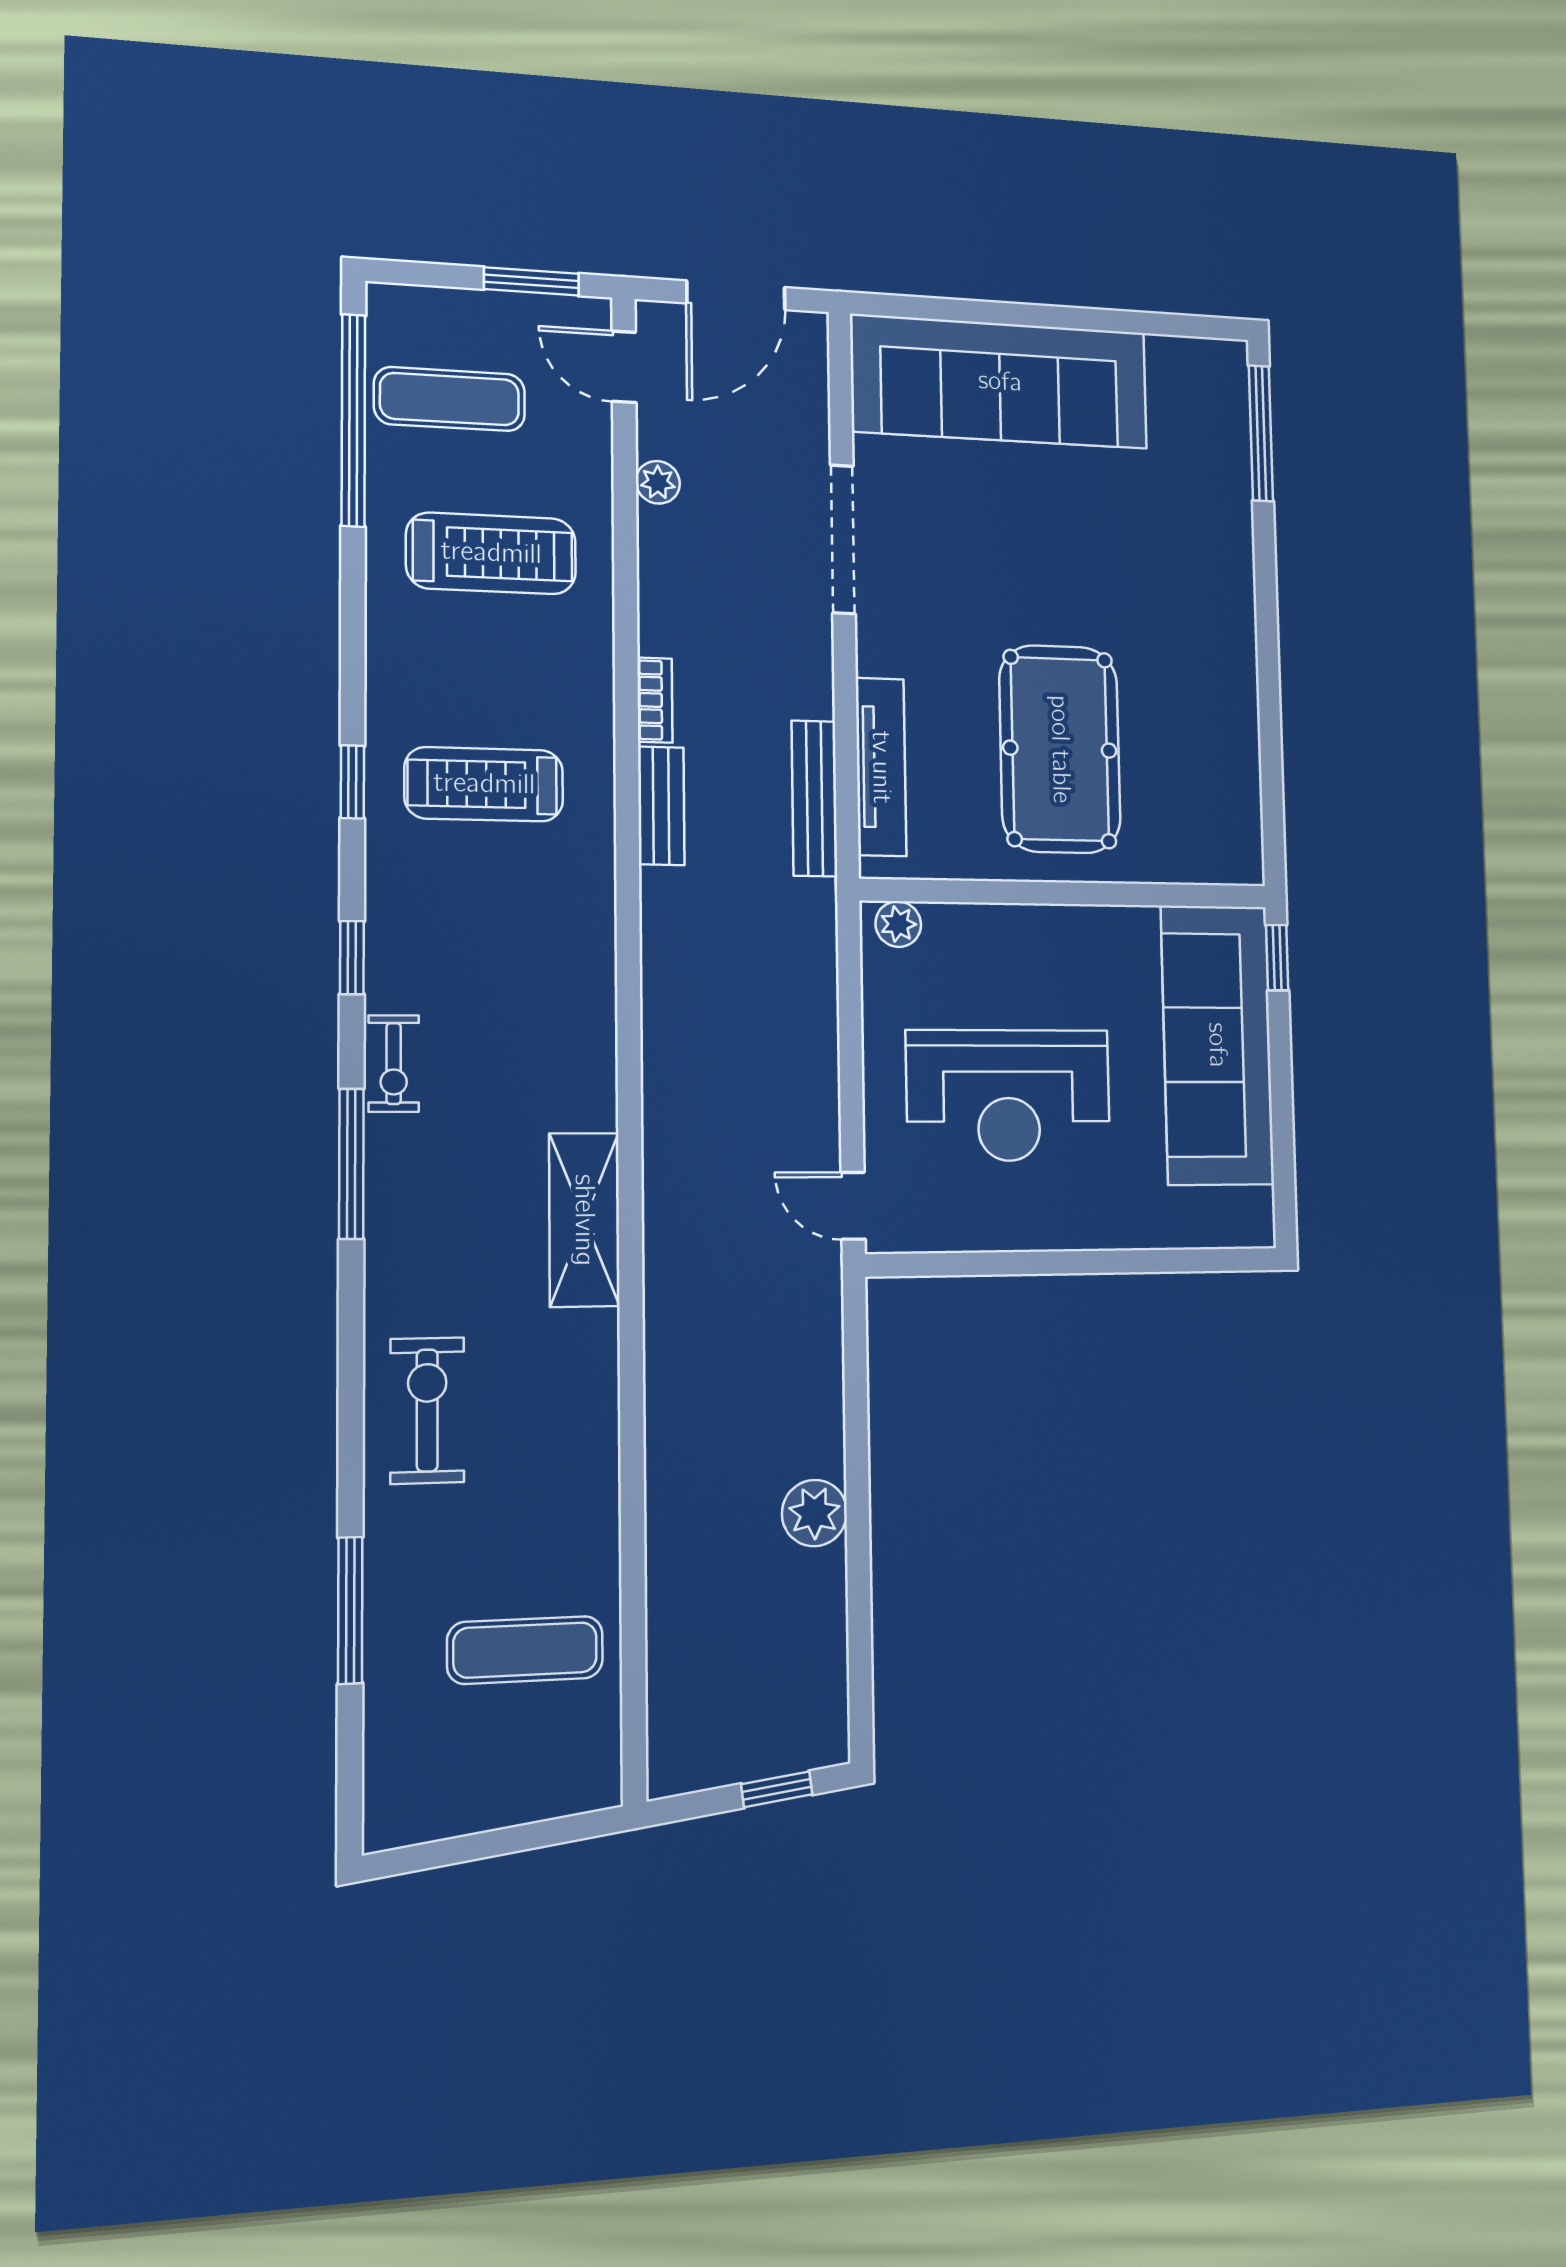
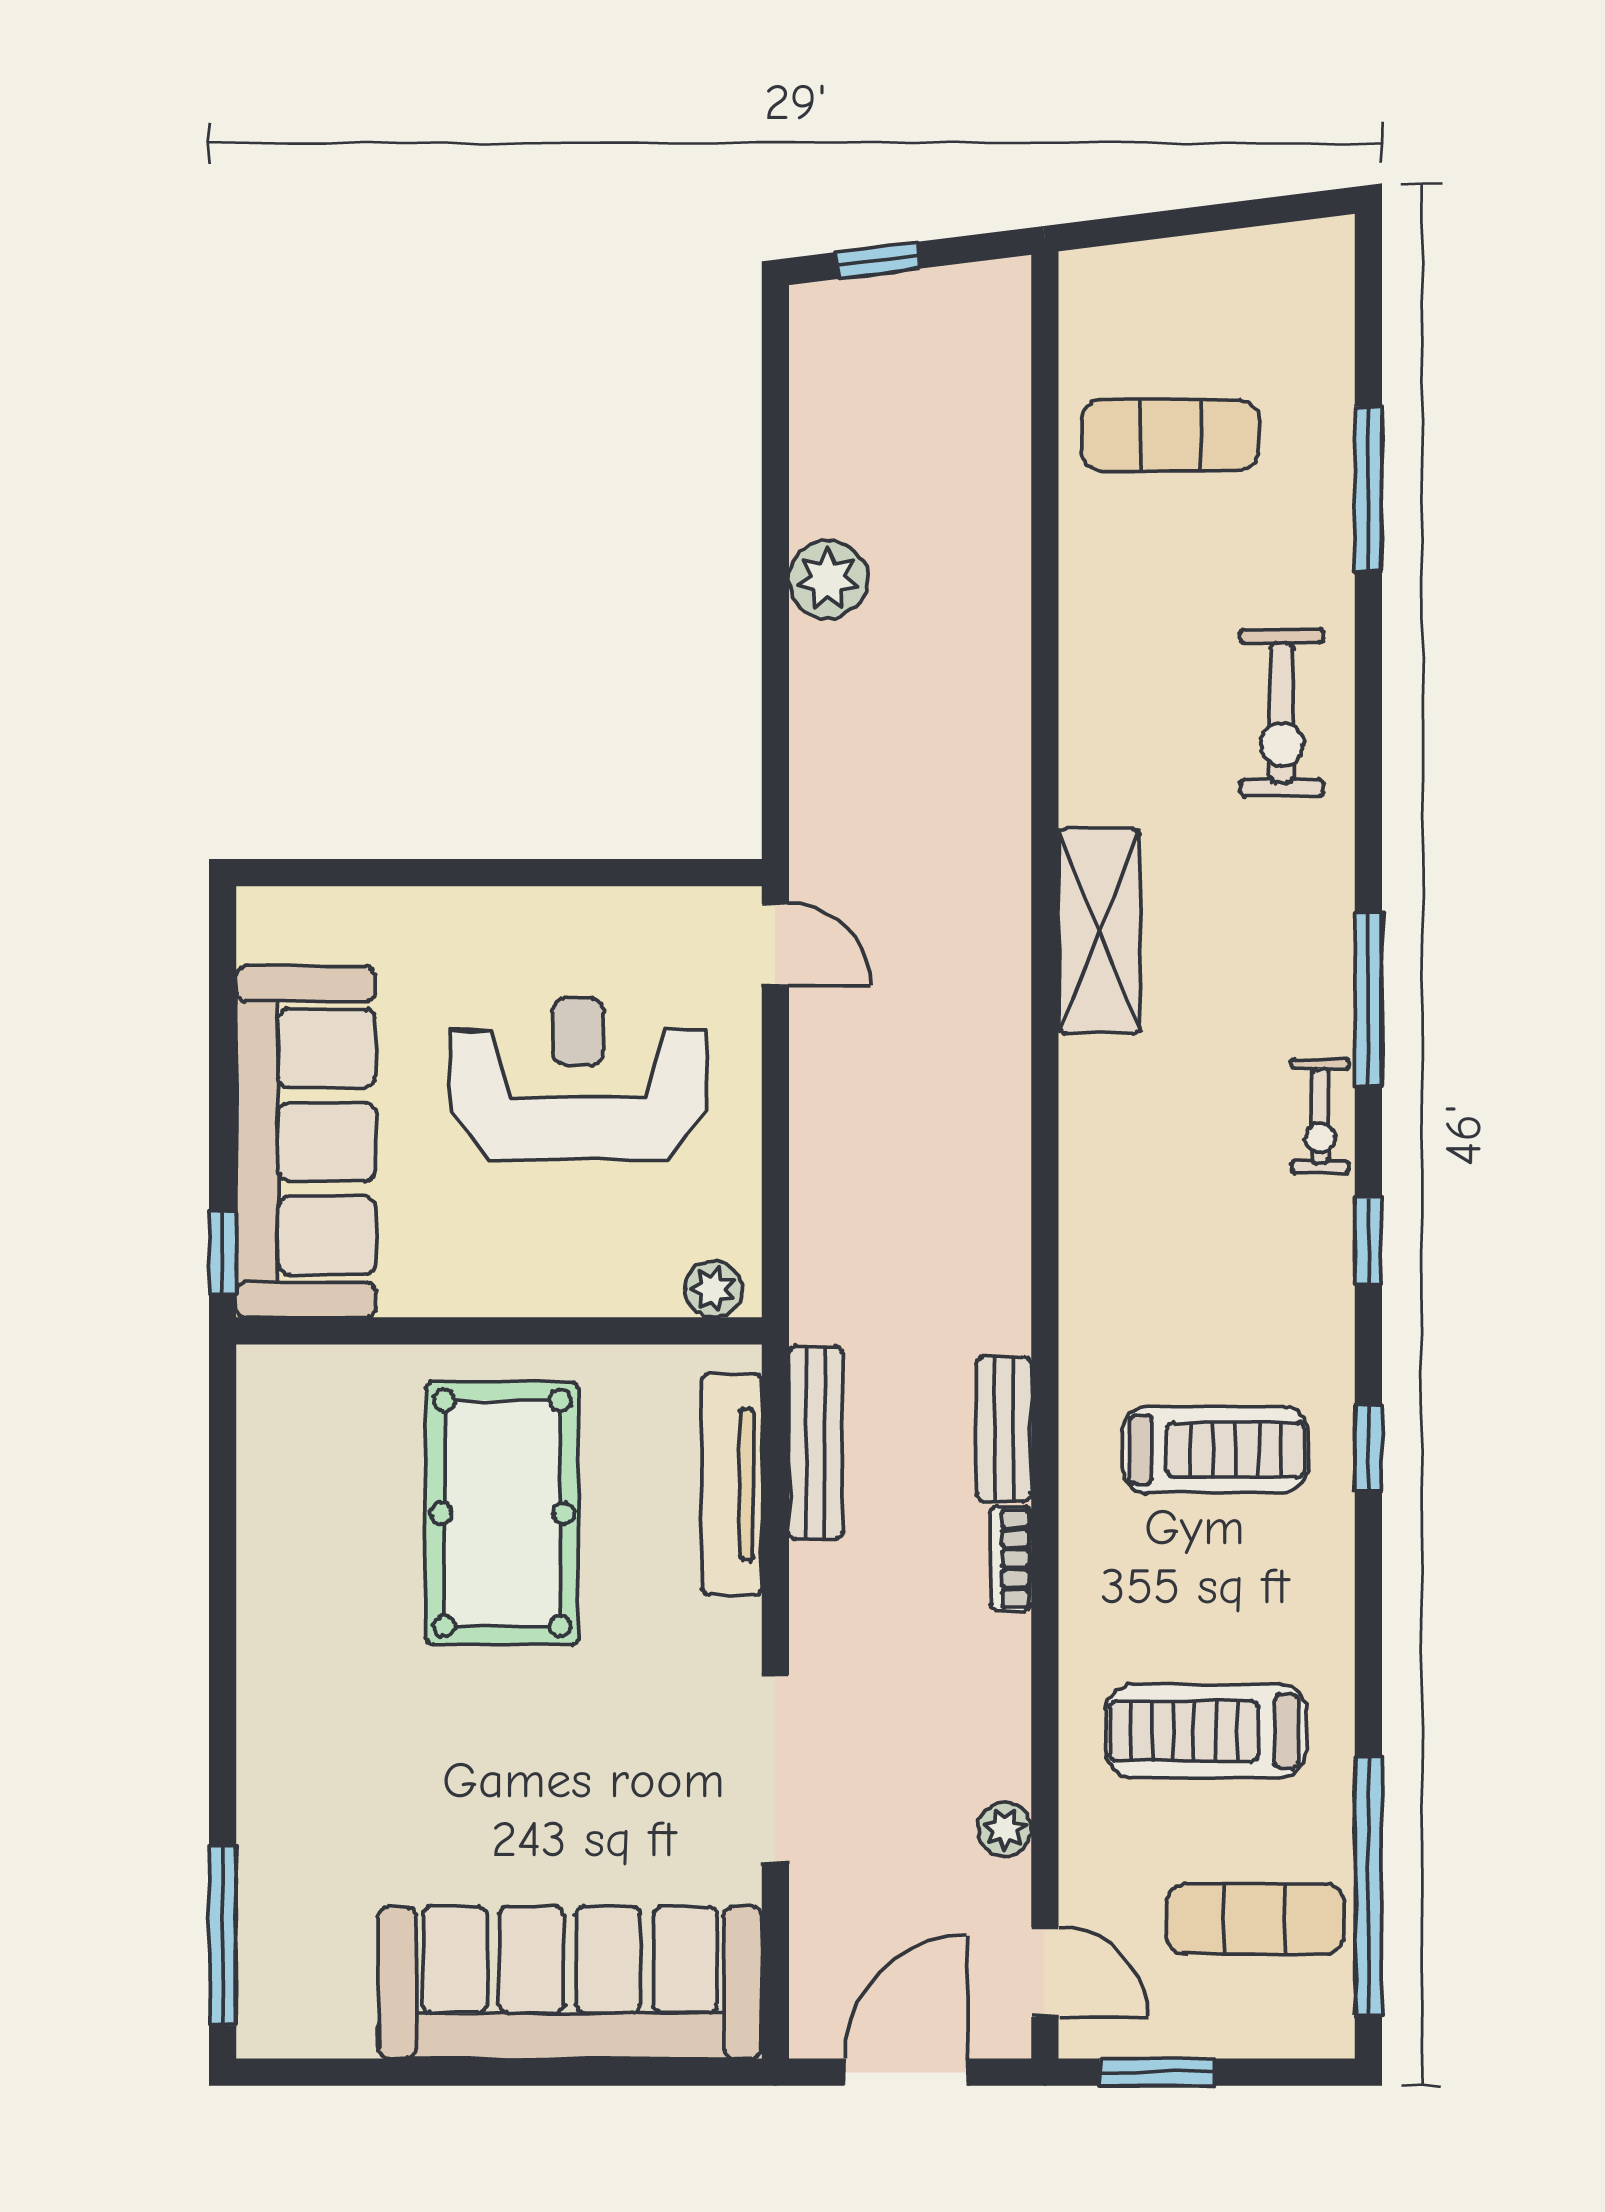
exercise bike: (394, 1064) -> (1320, 1116), turned 180

